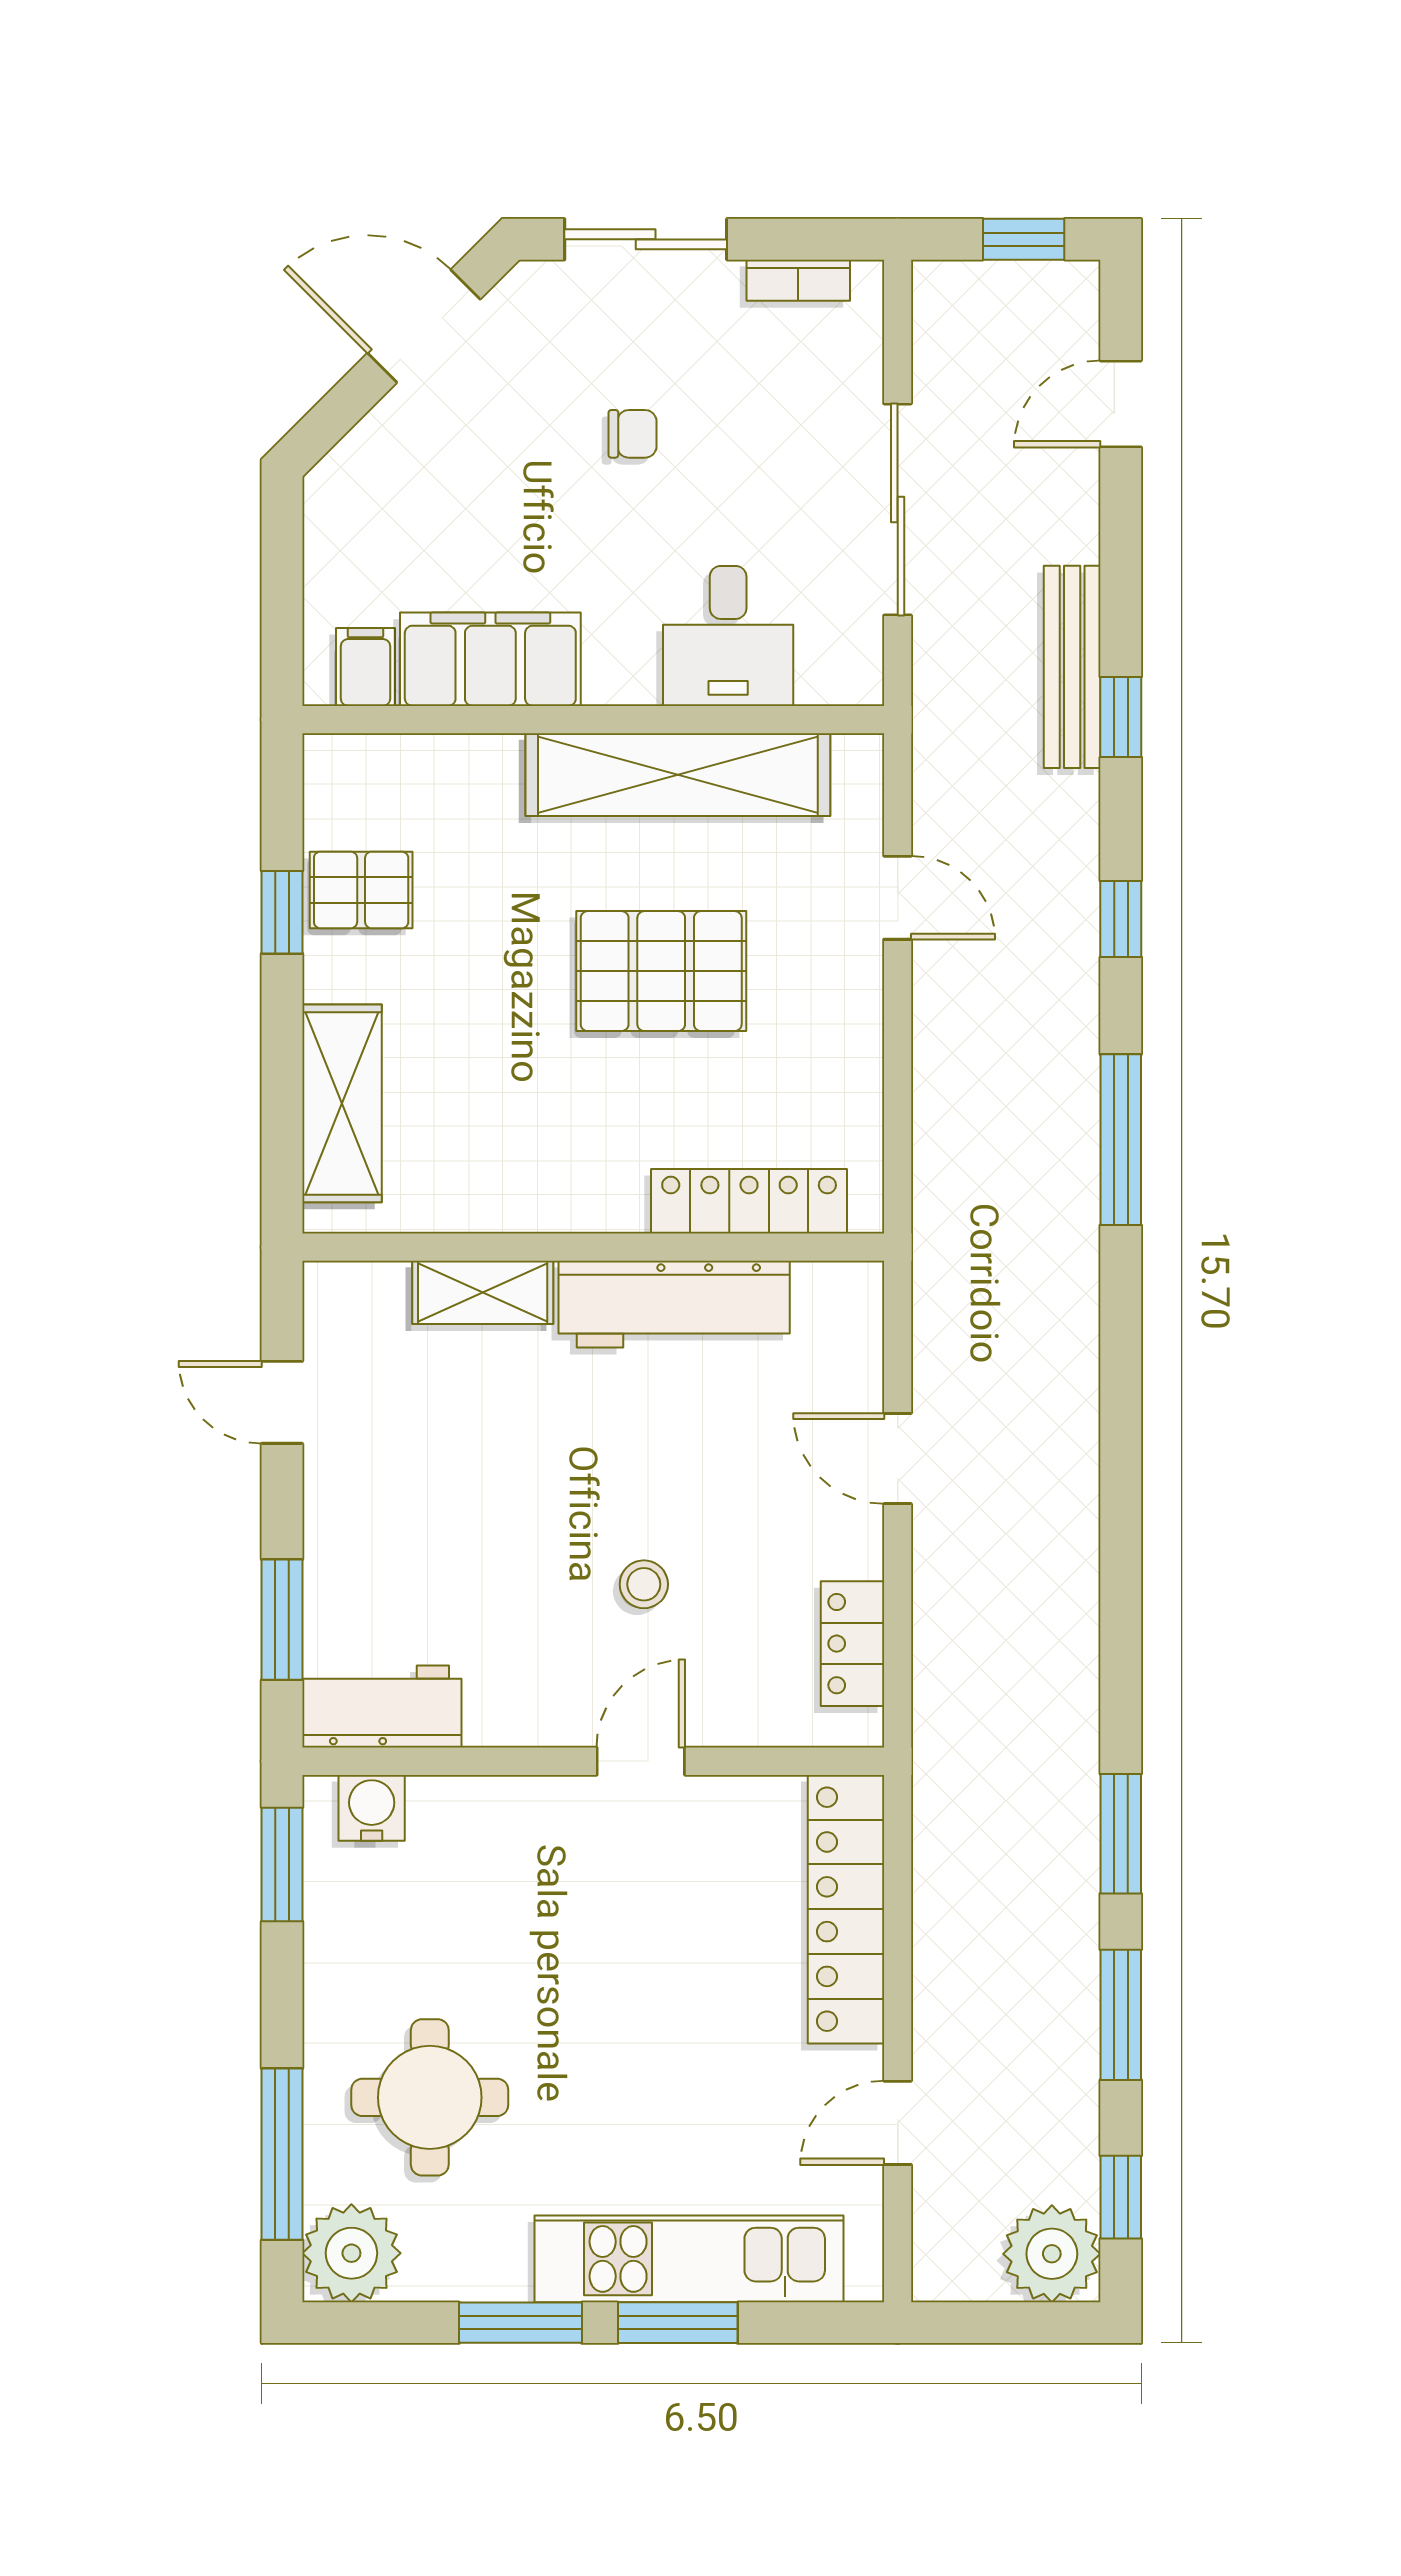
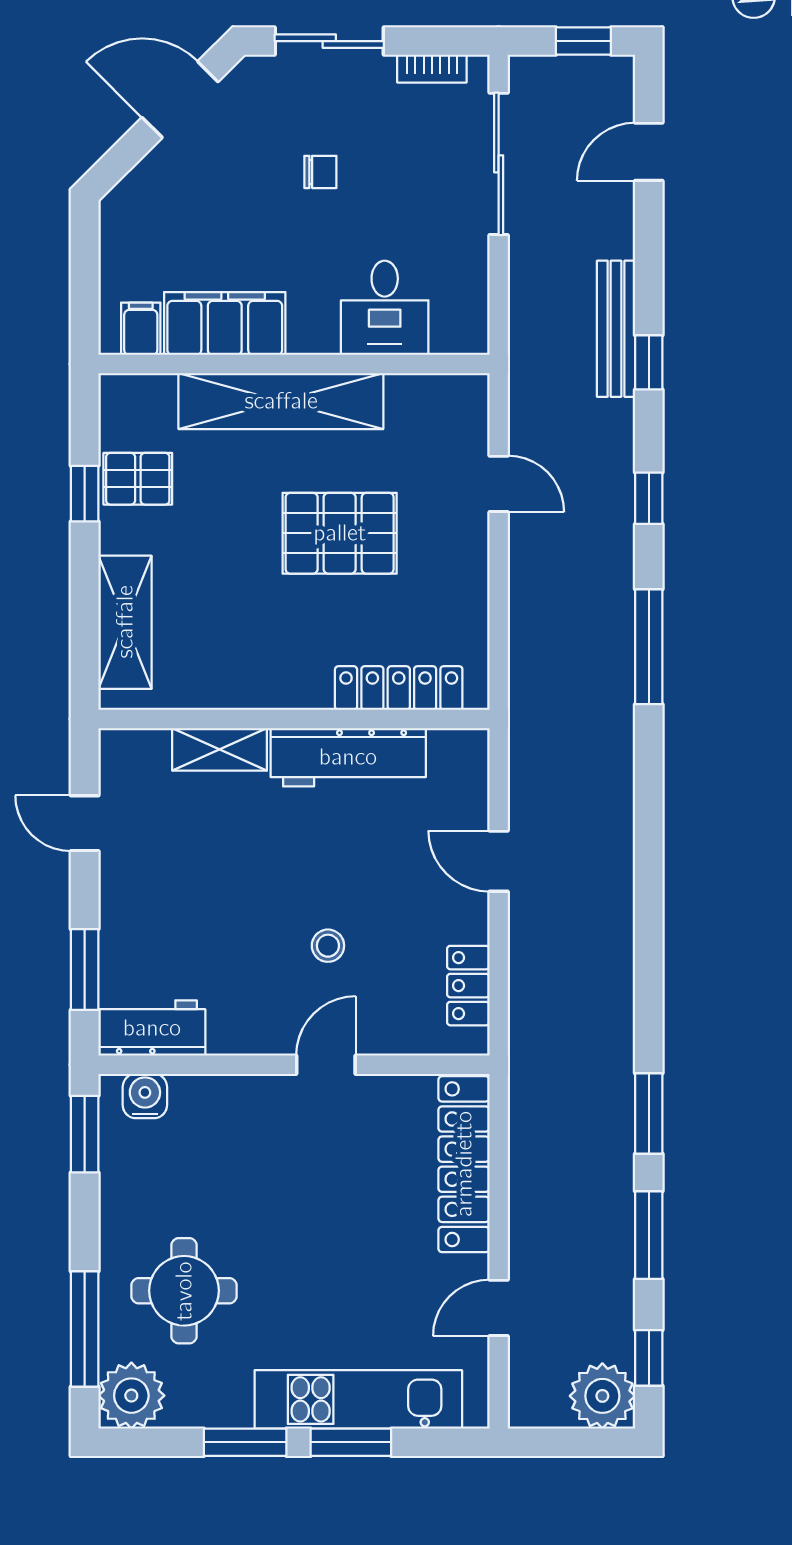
sliding door: (898, 509) -> (499, 164), moved
shelving: (678, 775) -> (281, 401), moved

